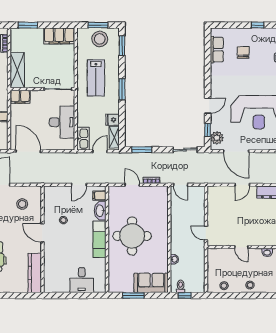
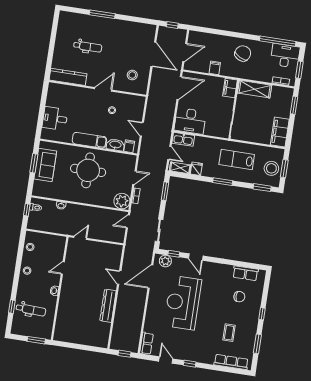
desk: (62, 122) -> (190, 121), moved
plant: (160, 194) -> (122, 201), added
sofa: (151, 283) -> (45, 165), moved

